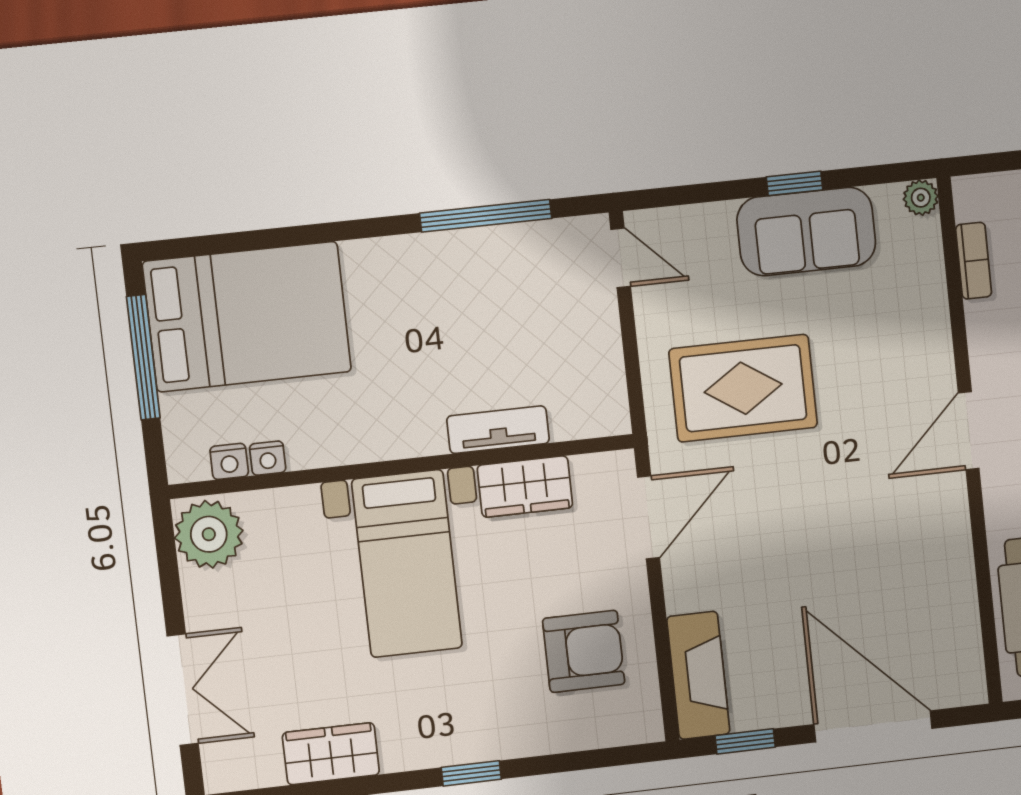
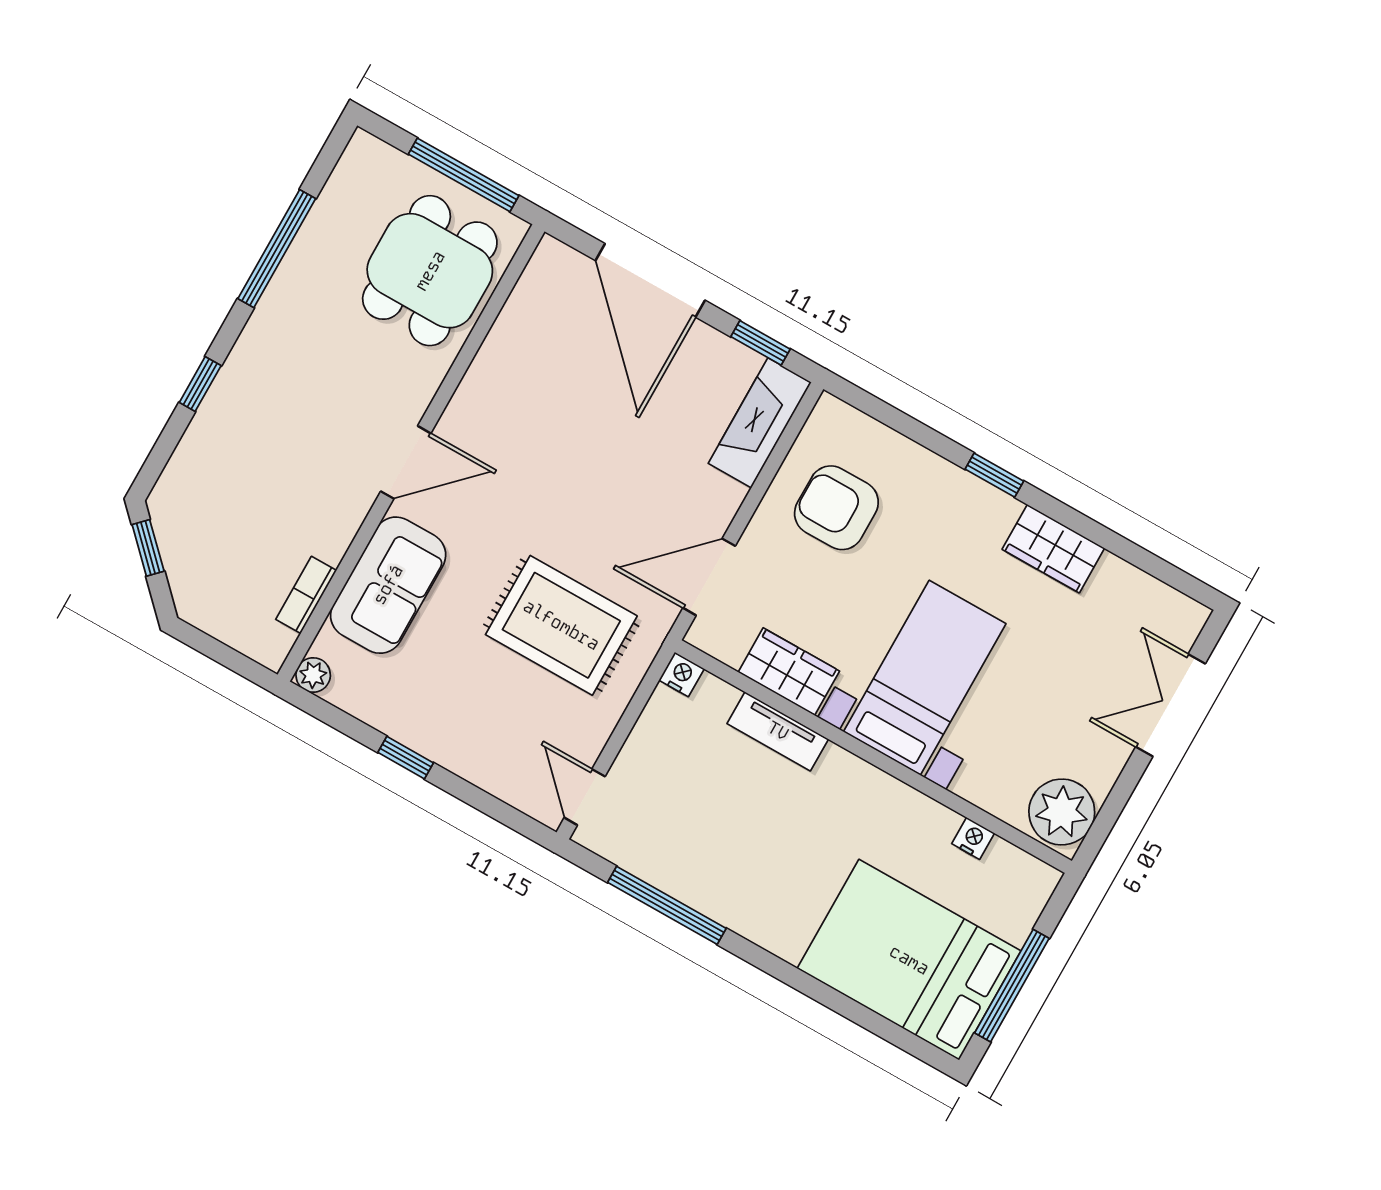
sofa: (806, 232) -> (388, 585), moved, turned 90
nightstand: (229, 461) -> (681, 674), moved
wardrobe: (331, 754) -> (1053, 549), moved

